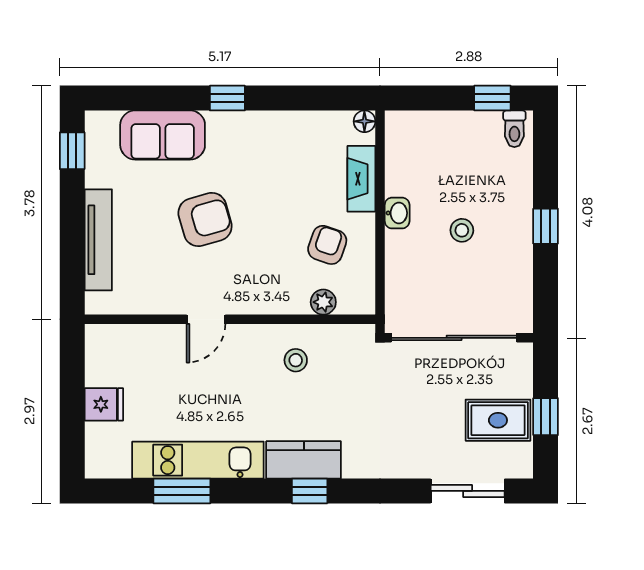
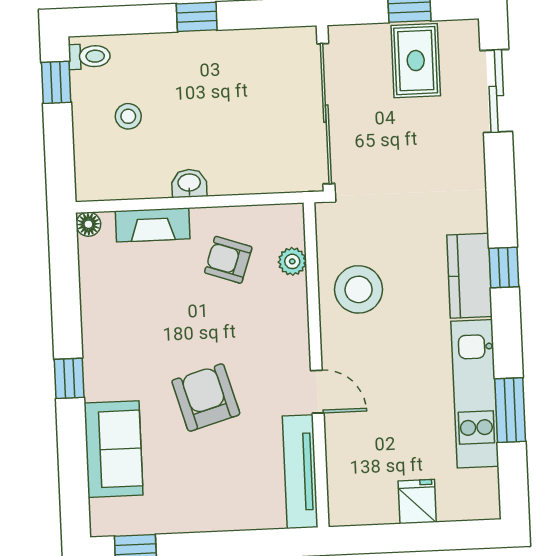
stool: (462, 230) -> (128, 116), moved
tv unit: (98, 240) -> (300, 472), moved, turned -90
stool: (296, 360) -> (359, 289), width x1.89, depth x1.89

